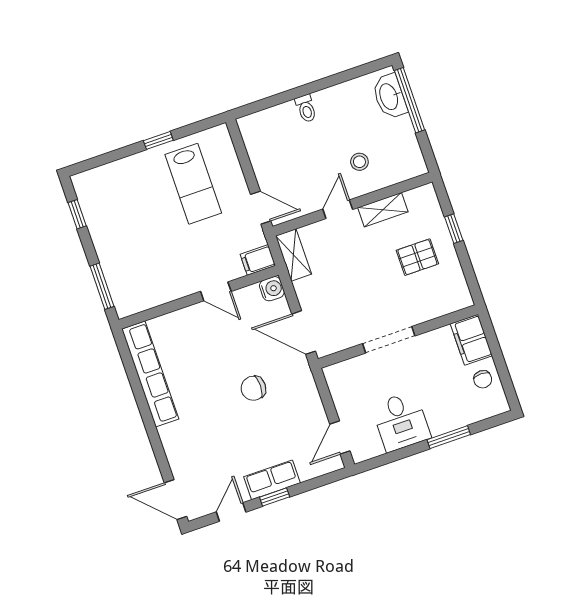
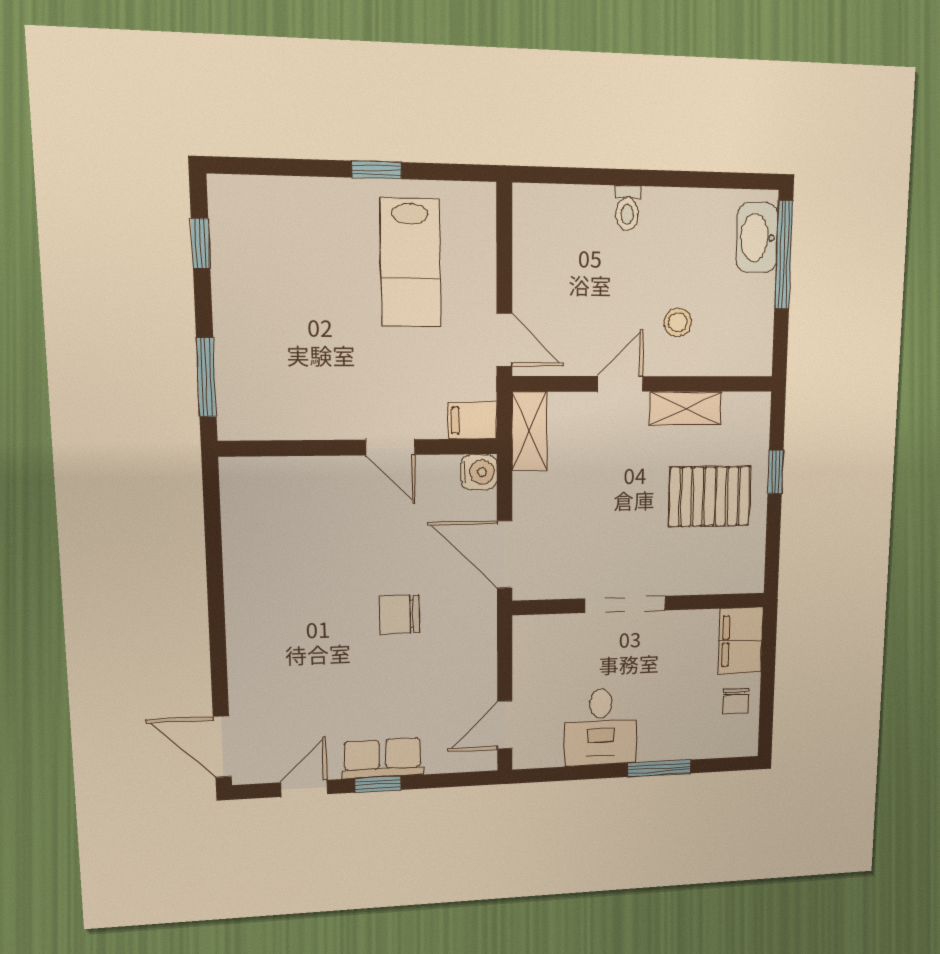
pallet: (417, 257) -> (710, 496), width x1.50, depth x1.42
row of seats: (150, 374) -> (243, 543), removed

